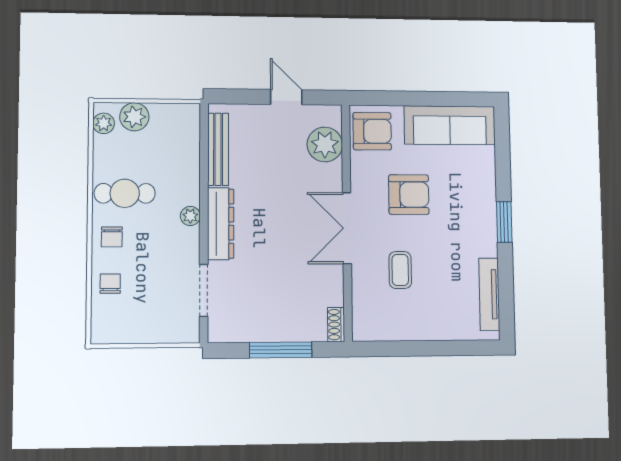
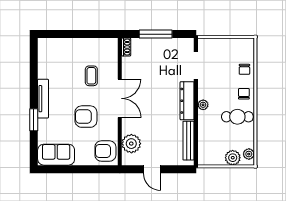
sofa: (450, 125) -> (56, 155), width x0.73
window: (504, 222) -> (34, 120), moved
tv unit: (489, 294) -> (43, 99), moved

